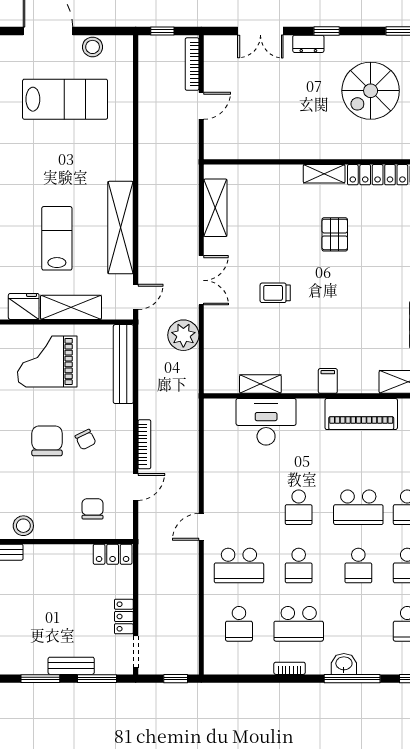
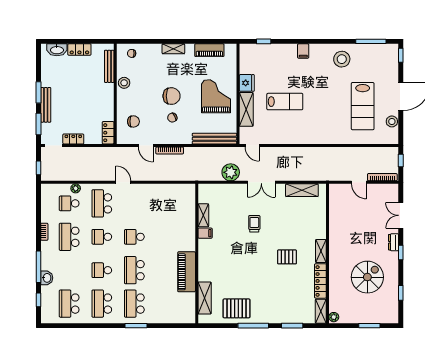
spiral stairs: (371, 91) -> (367, 277), turned 90
shelving: (121, 228) -> (291, 137), removed
filing cabinet: (328, 381) -> (205, 233), moved
desk: (266, 422) -> (182, 219), removed
plant: (212, 612) -> (76, 188), added
washbasin: (344, 664) -> (47, 278), moved
bench: (71, 666) -> (46, 105), width x1.36

